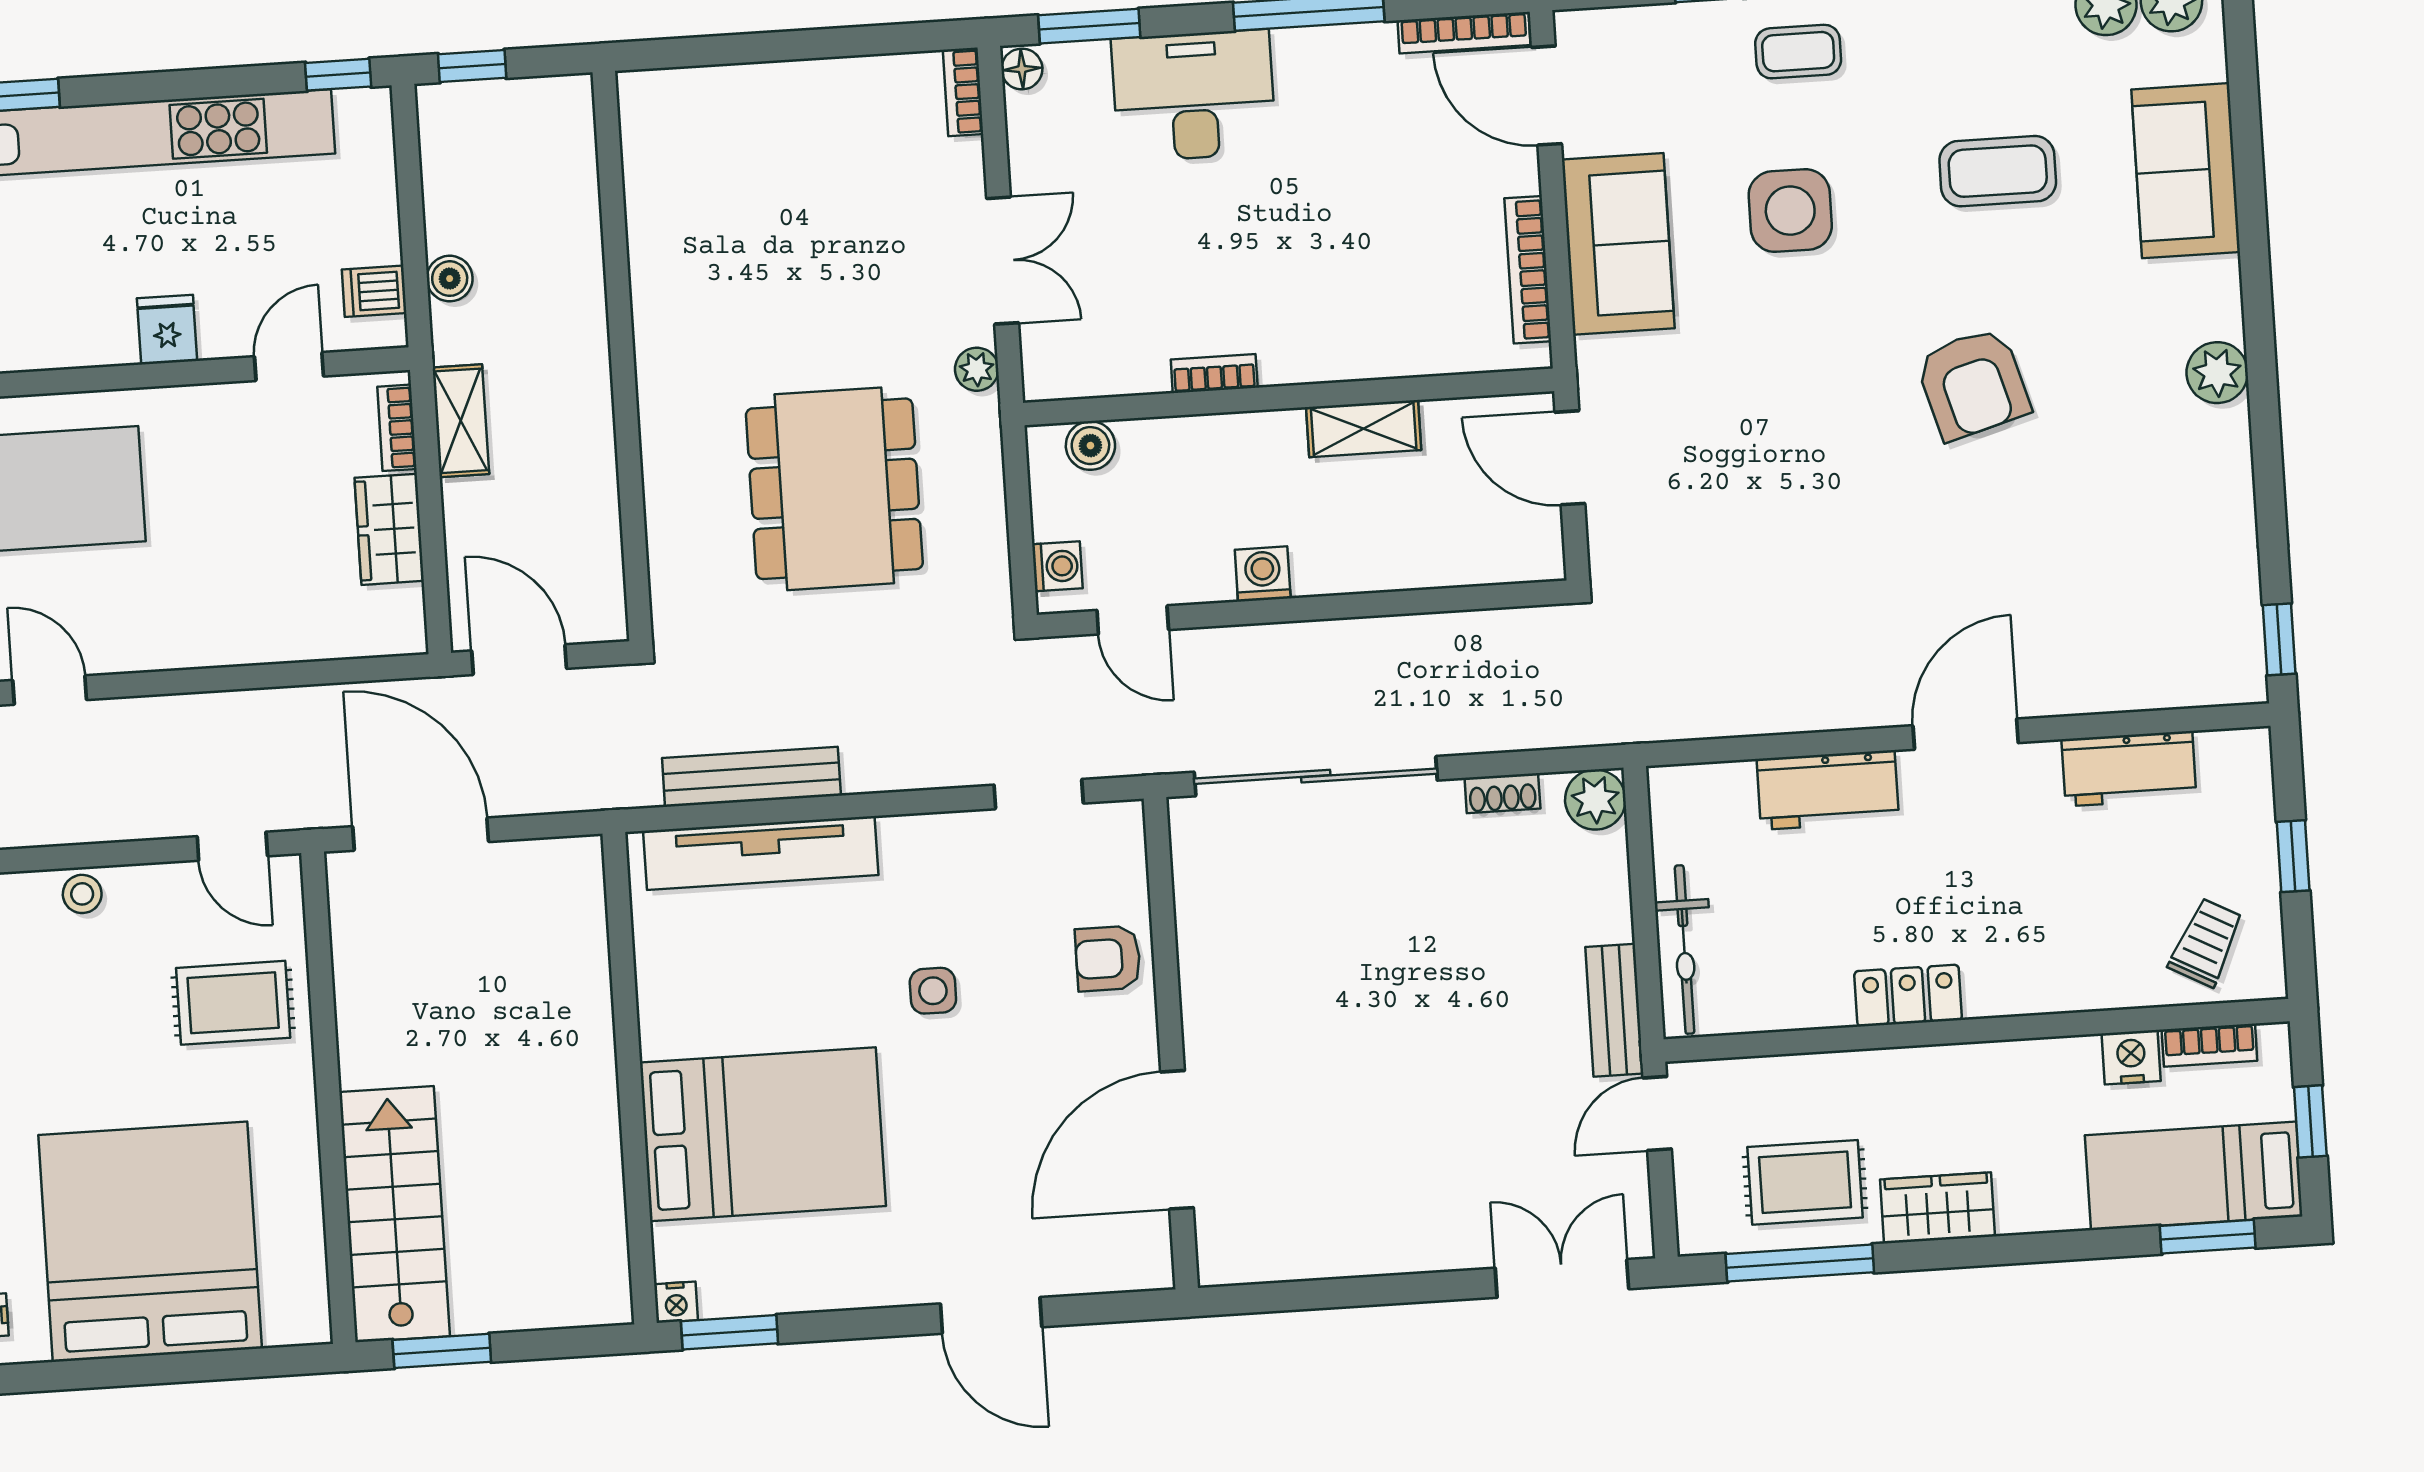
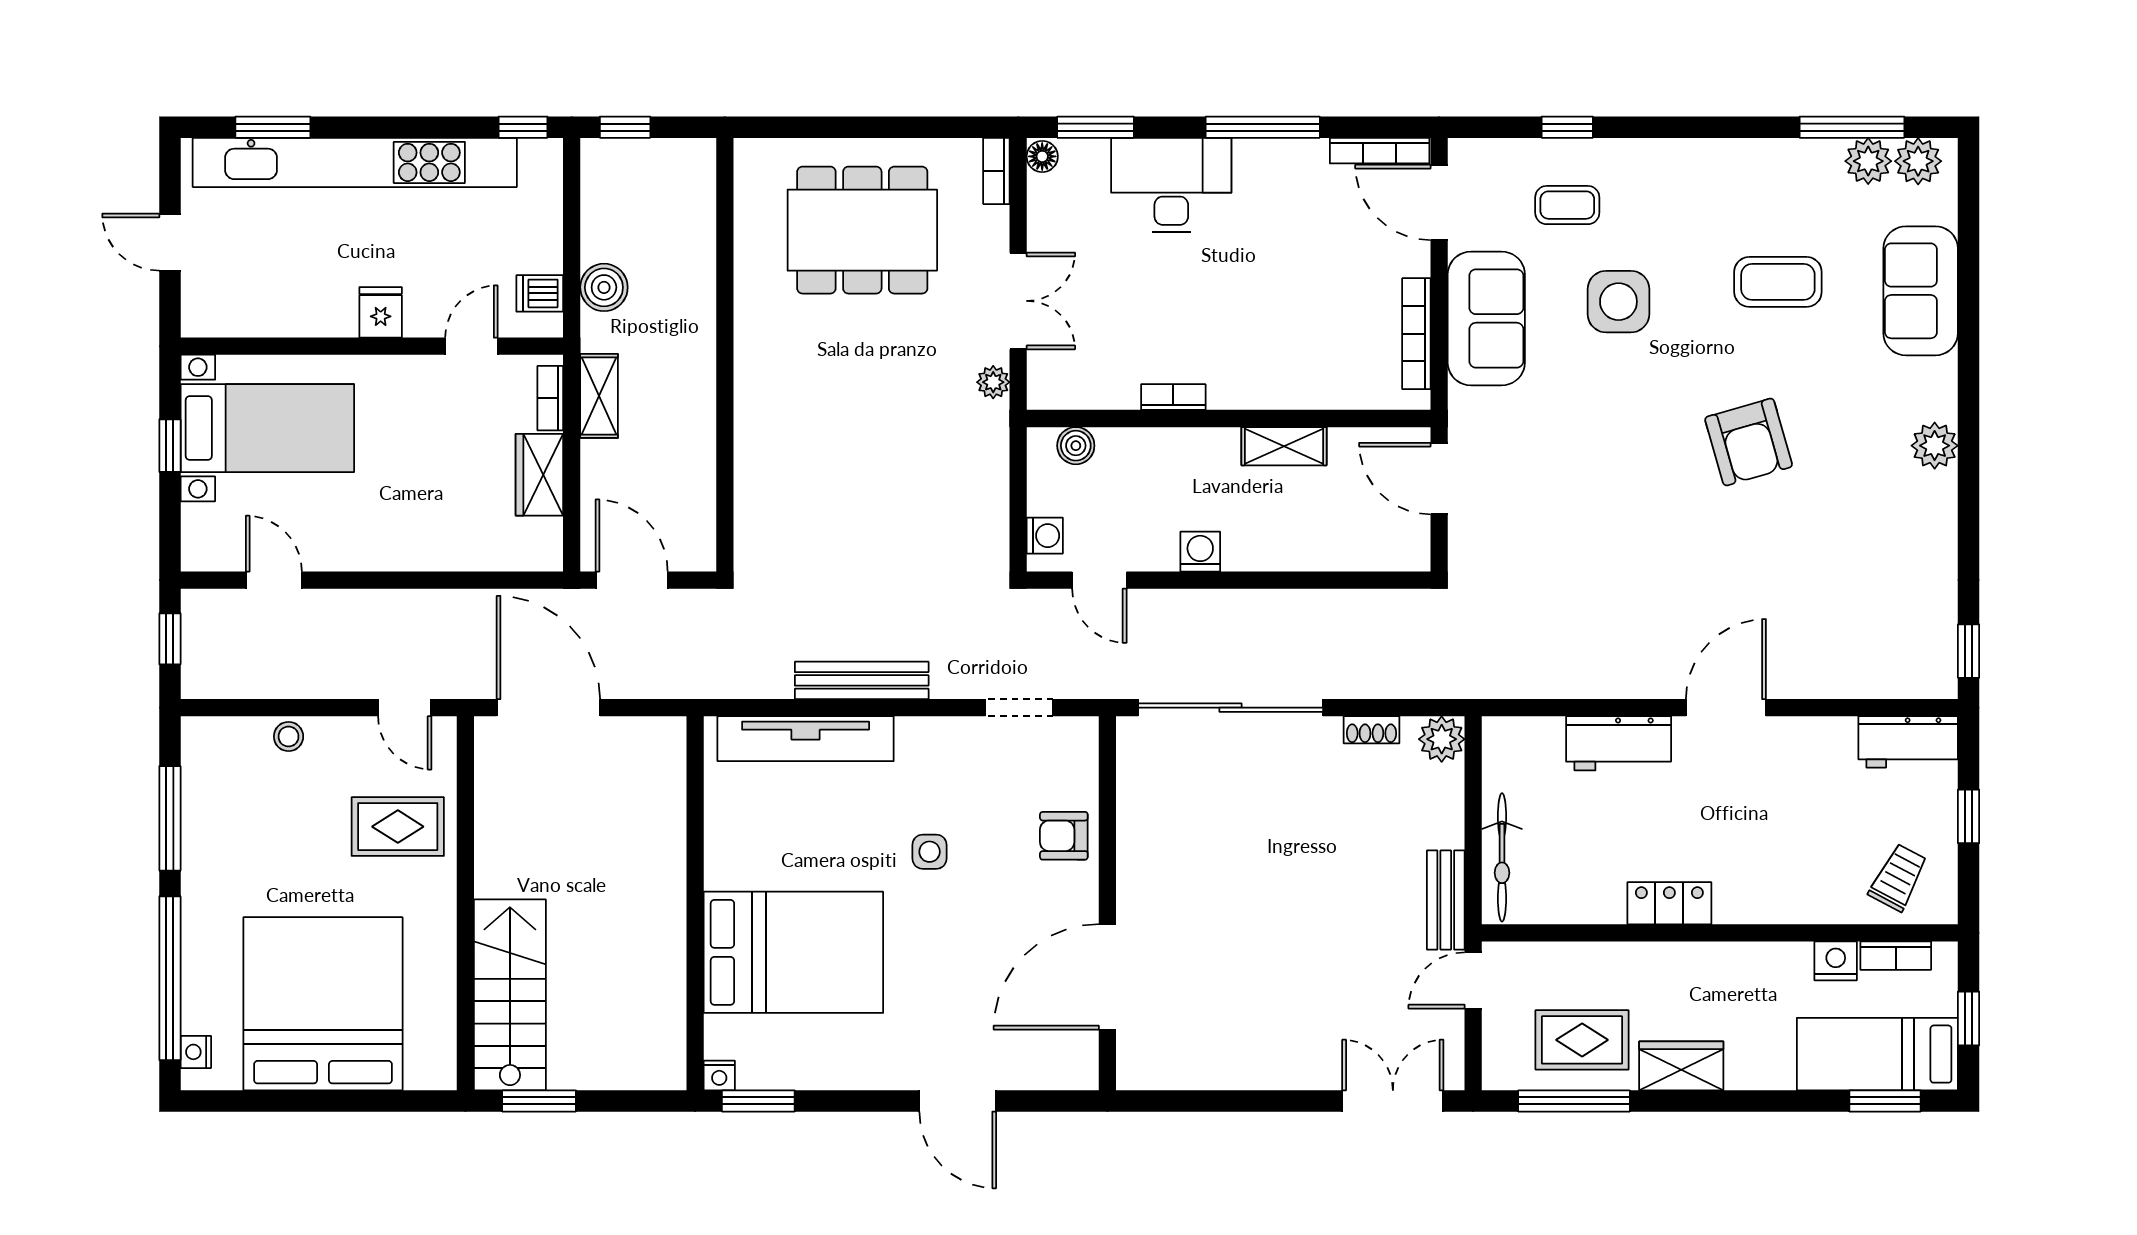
coffee table: (1798, 52) -> (1567, 205), moved
boiler: (450, 279) -> (604, 287), width x1.36, depth x1.36
dining table: (834, 489) -> (862, 230), moved, turned 90
workbench: (2129, 769) -> (1908, 742), moved
bench: (751, 777) -> (862, 680), moved

